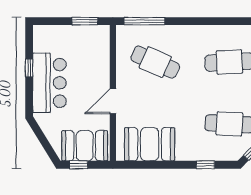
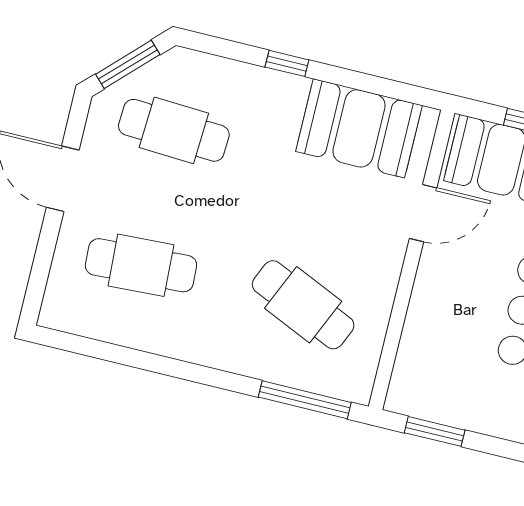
door: (113, 101) -> (423, 213), moved
window: (205, 165) -> (287, 63), moved

